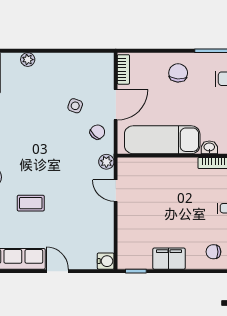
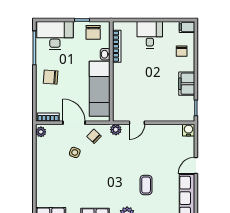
plant: (28, 60) -> (41, 132), moved

